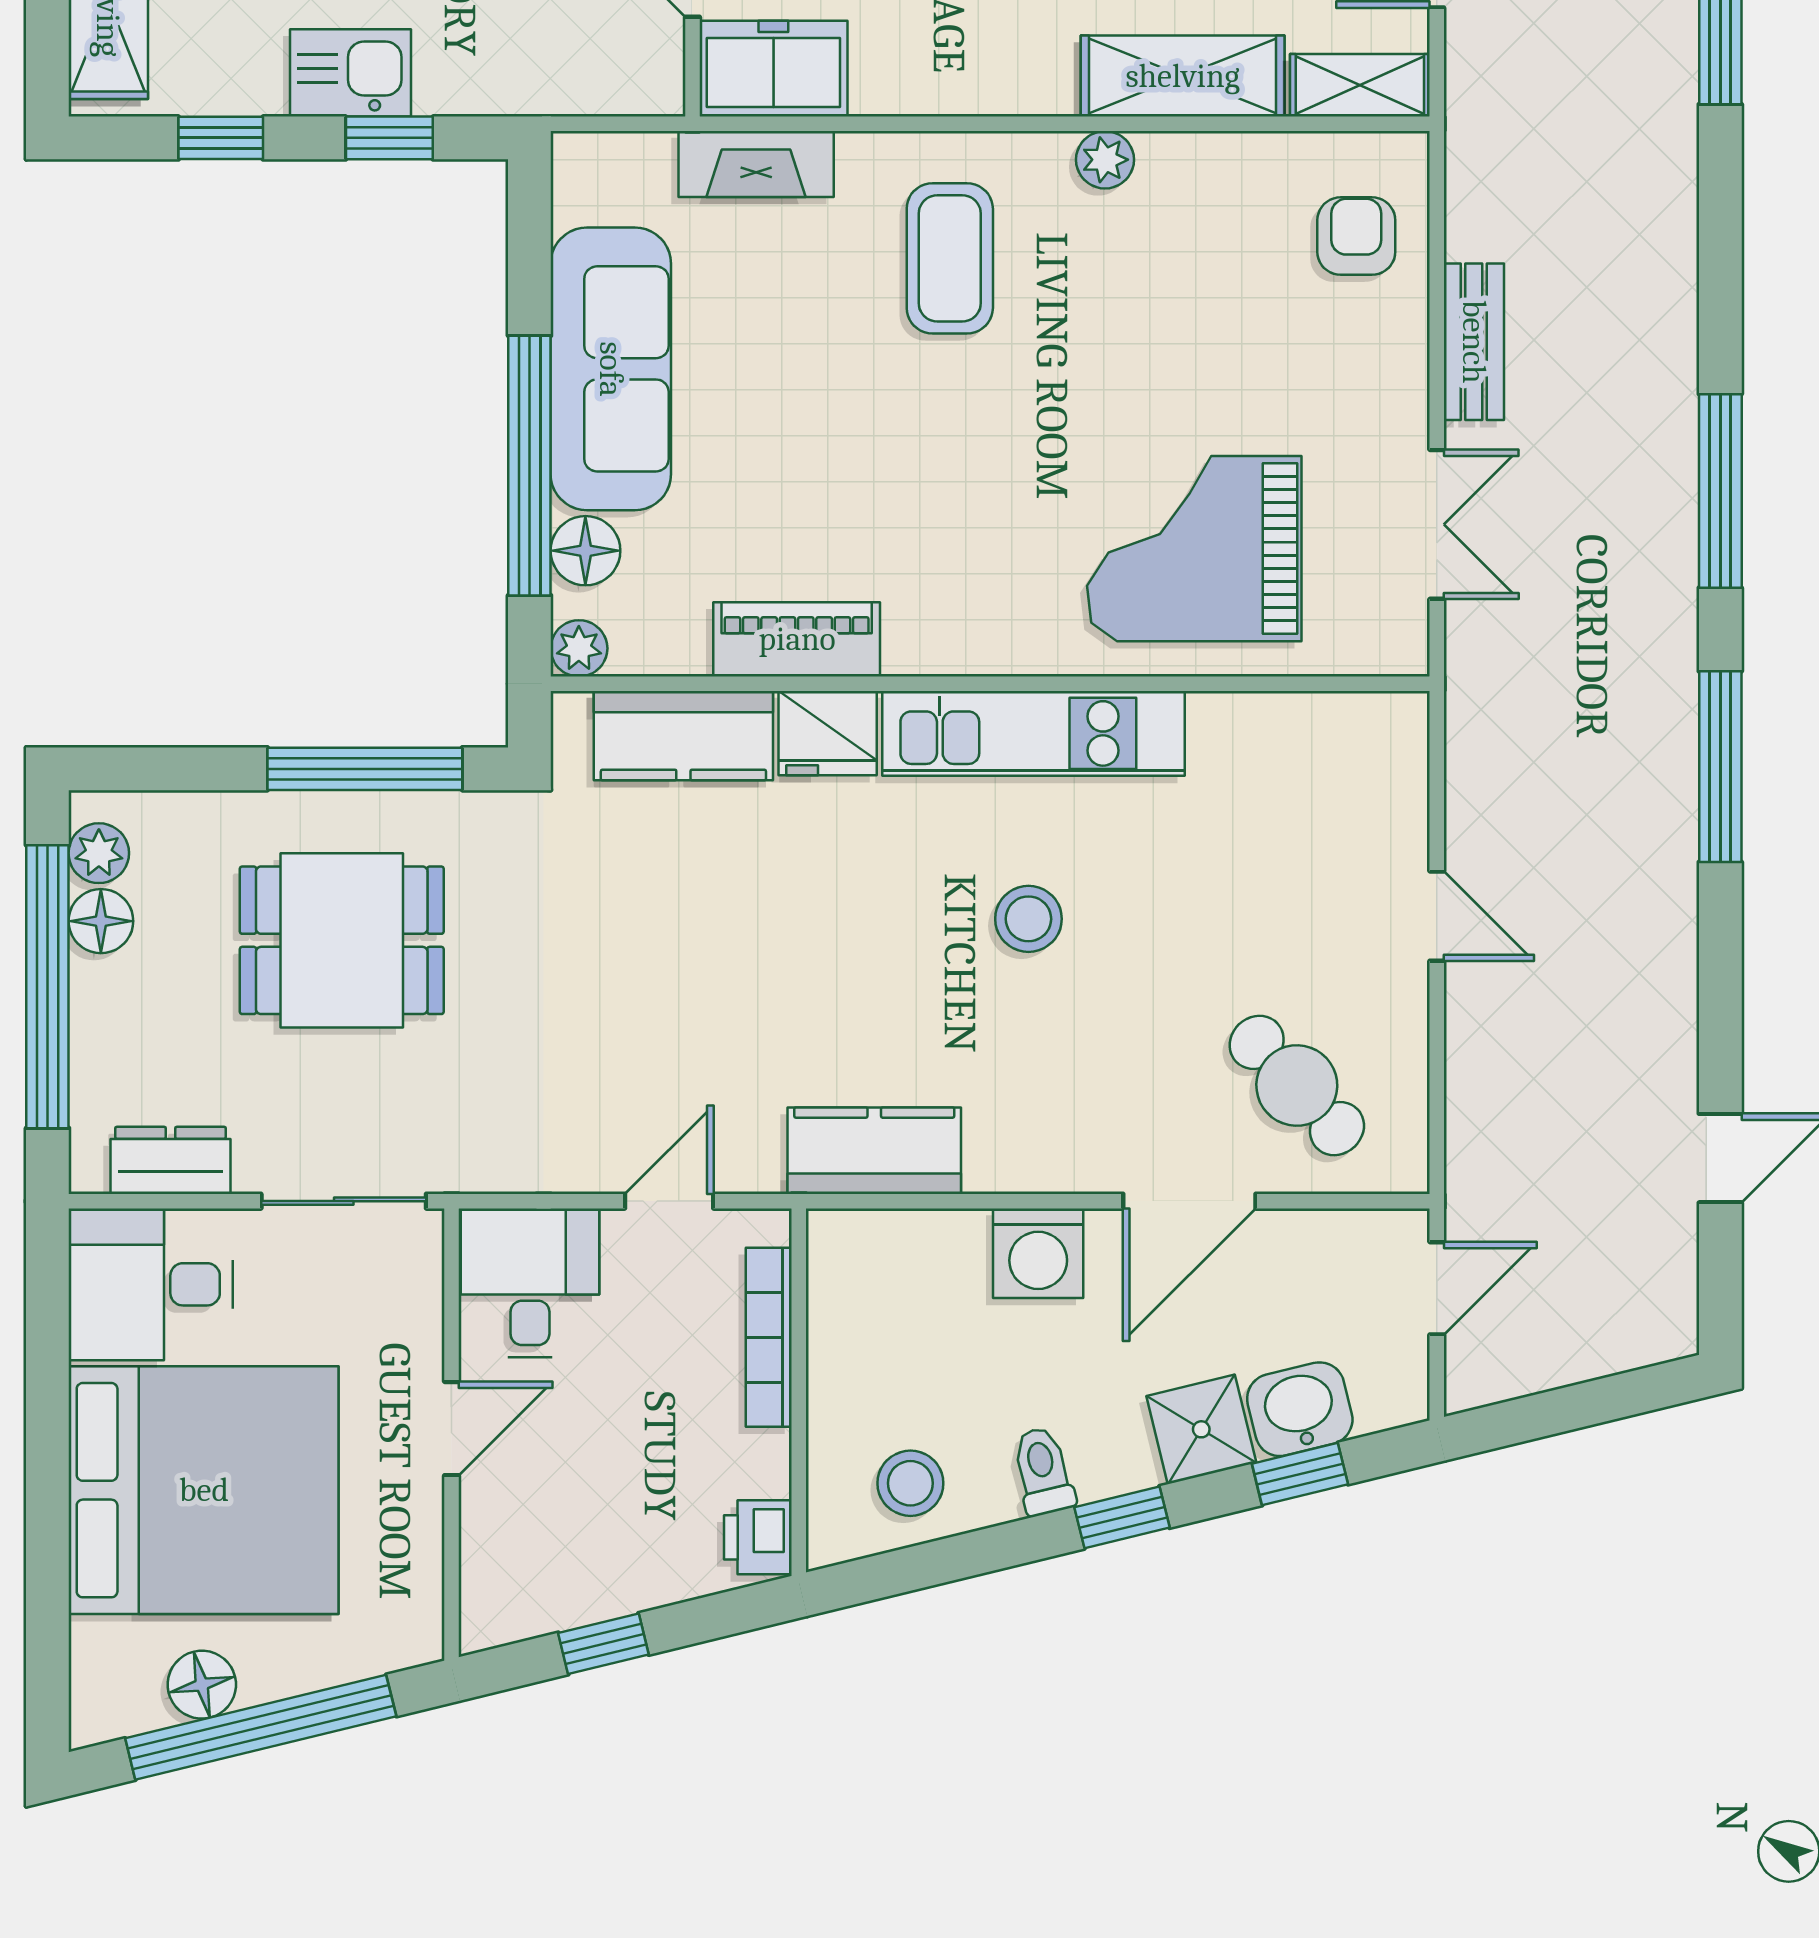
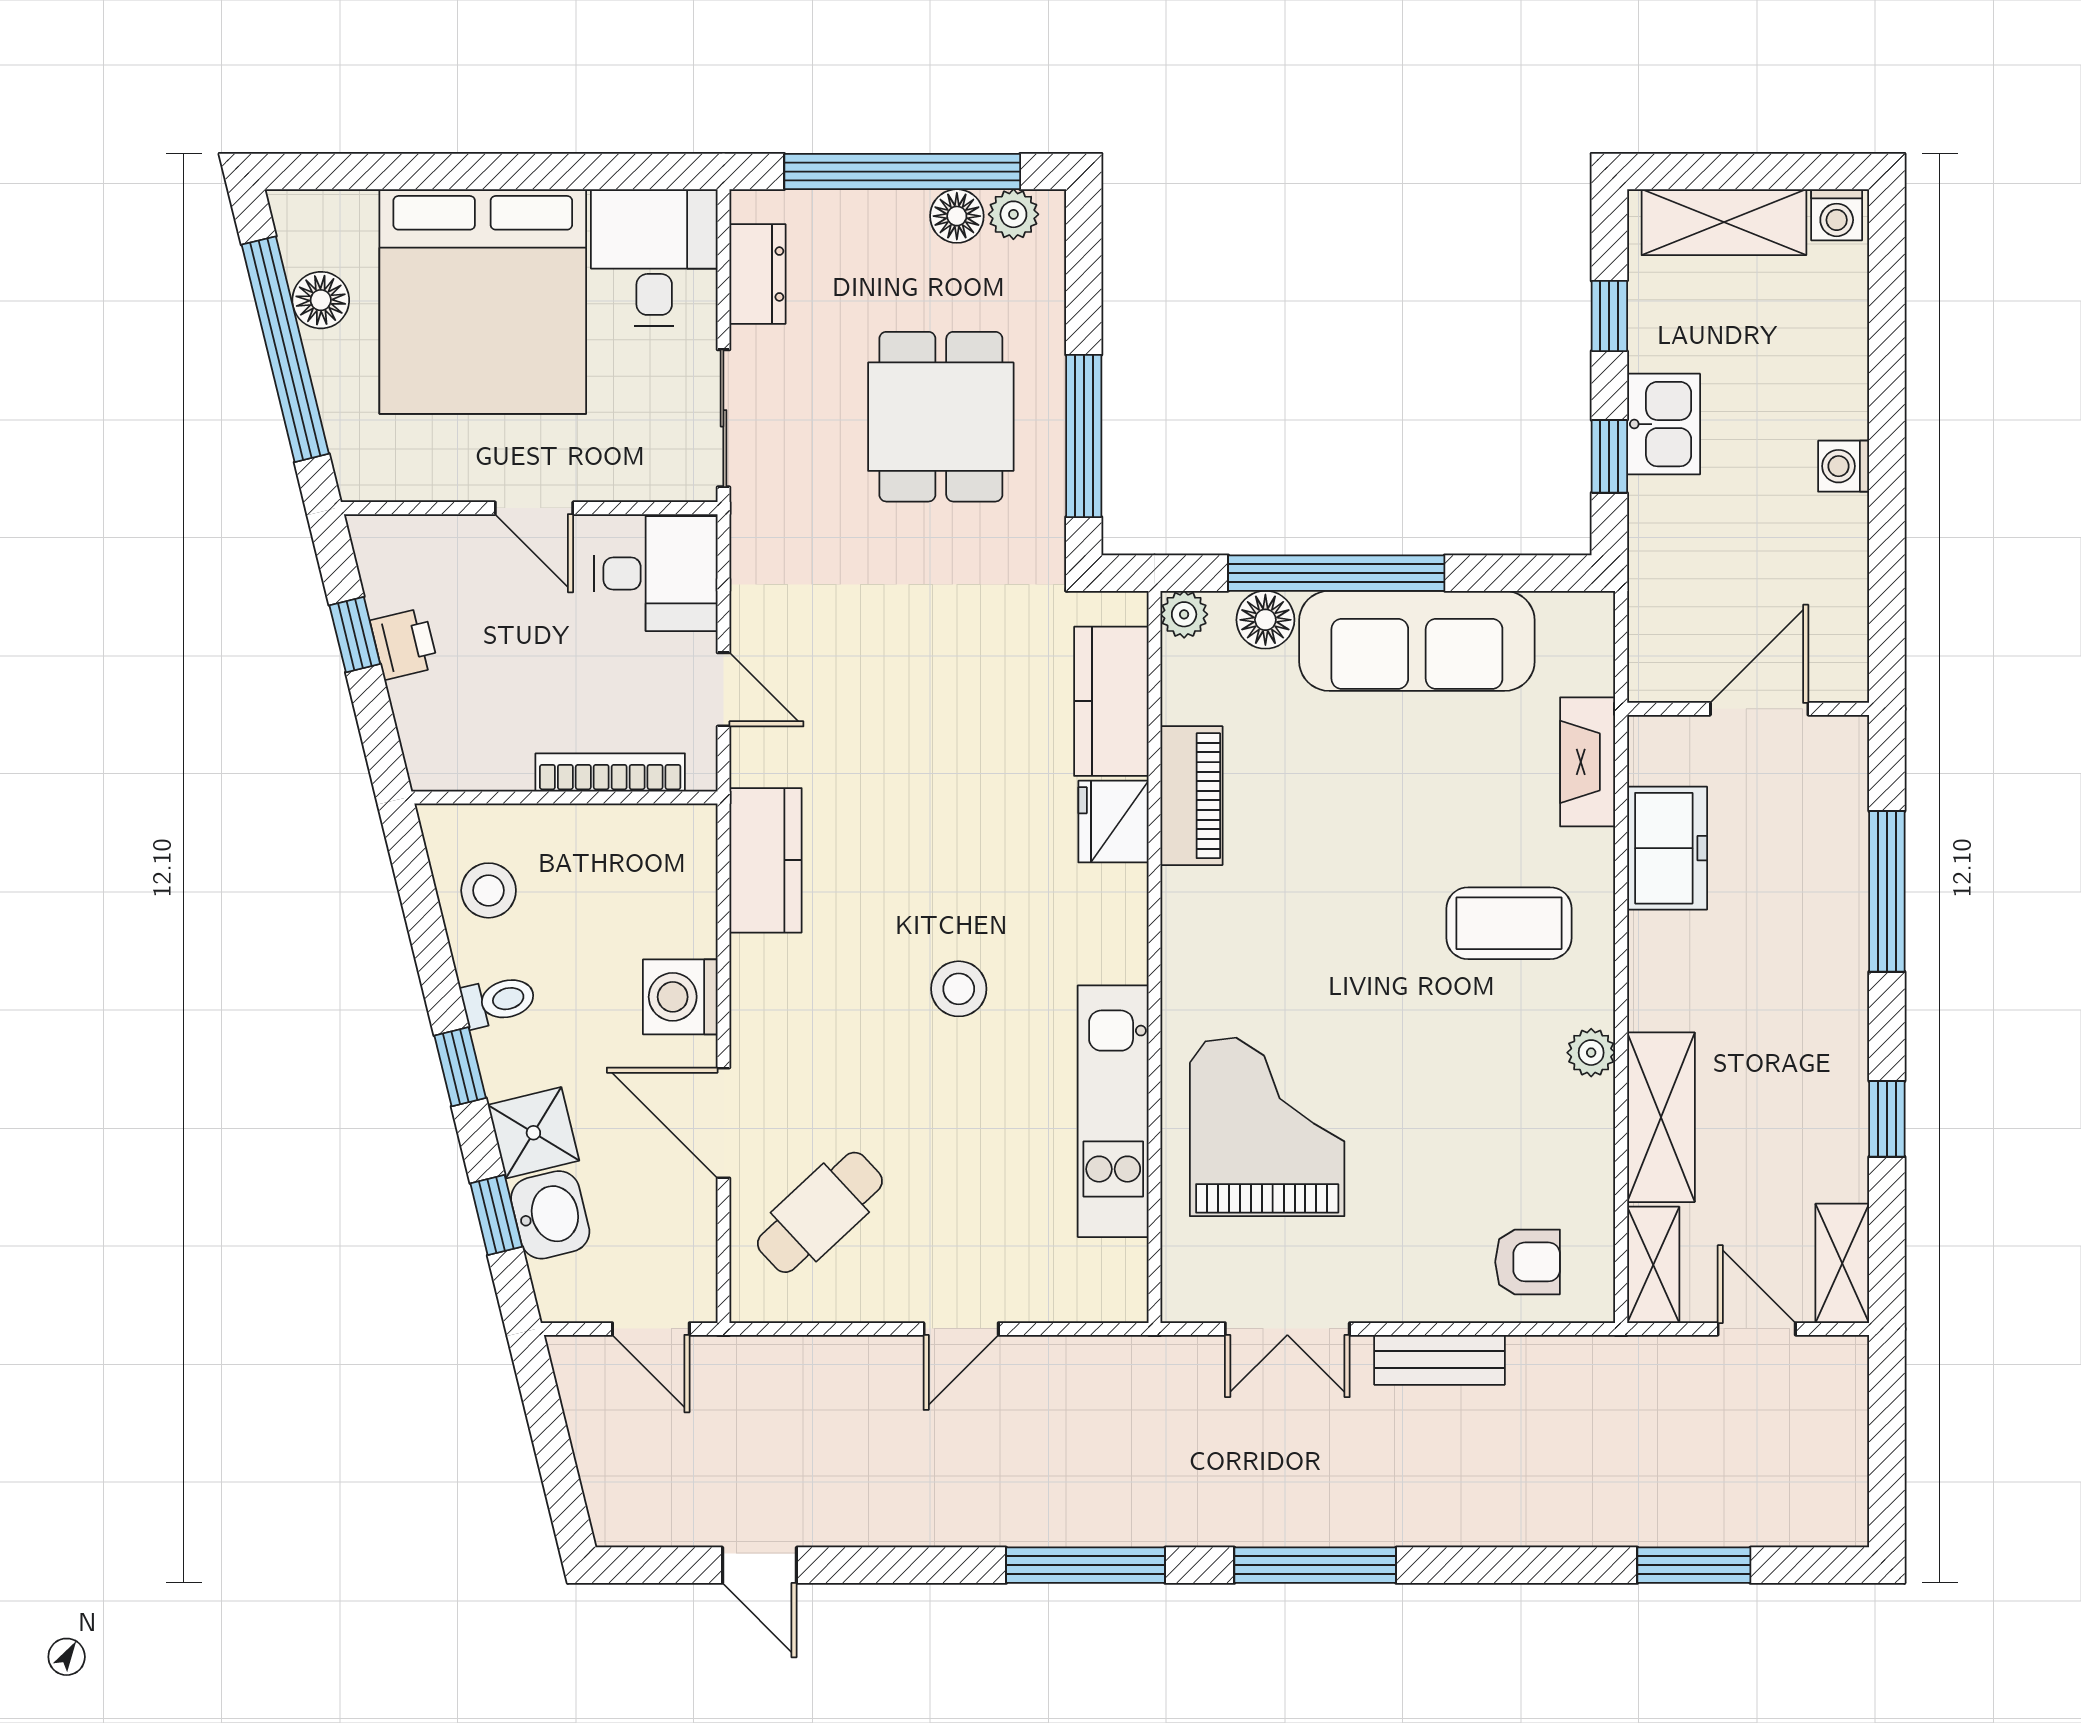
freezer: (773, 69) -> (1667, 848), moved
kitchen unit: (1033, 733) -> (1113, 1111), moved
printer: (758, 1537) -> (404, 644), moved, turned 76

